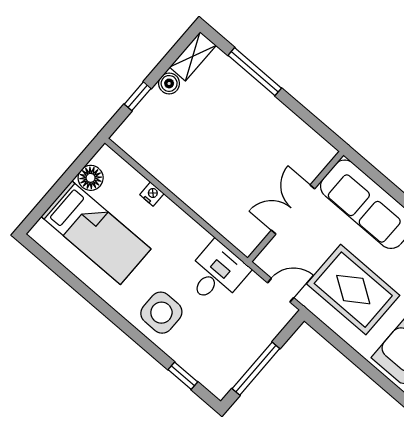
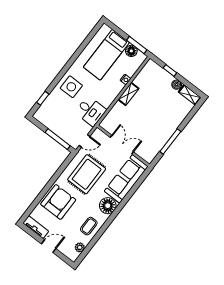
window: (255, 72) -> (170, 142), moved
window: (78, 165) -> (137, 45), added
shelving: (184, 189) -> (128, 94), added
door: (281, 290) -> (85, 141), hinge flipped
window: (256, 369) -> (58, 139), moved

